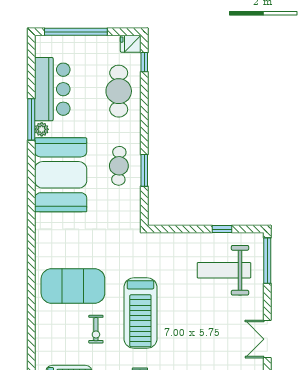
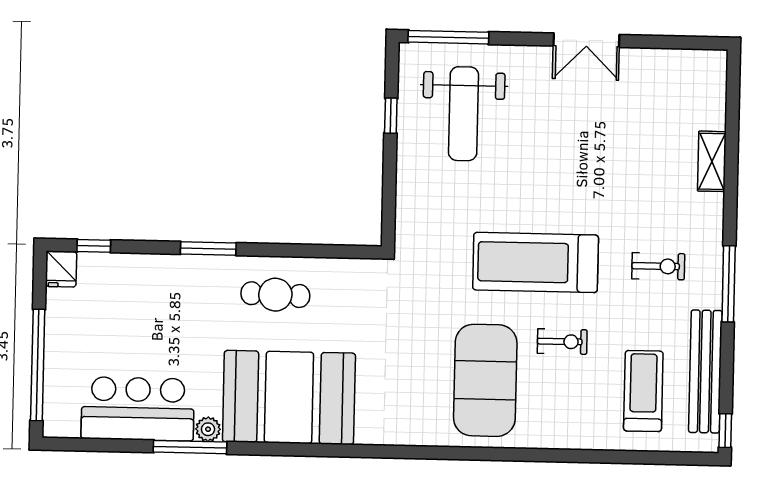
cafe table: (119, 91) -> (144, 292), removed
window: (144, 170) -> (208, 249), moved
treadmill: (140, 313) -> (536, 262), turned 180

